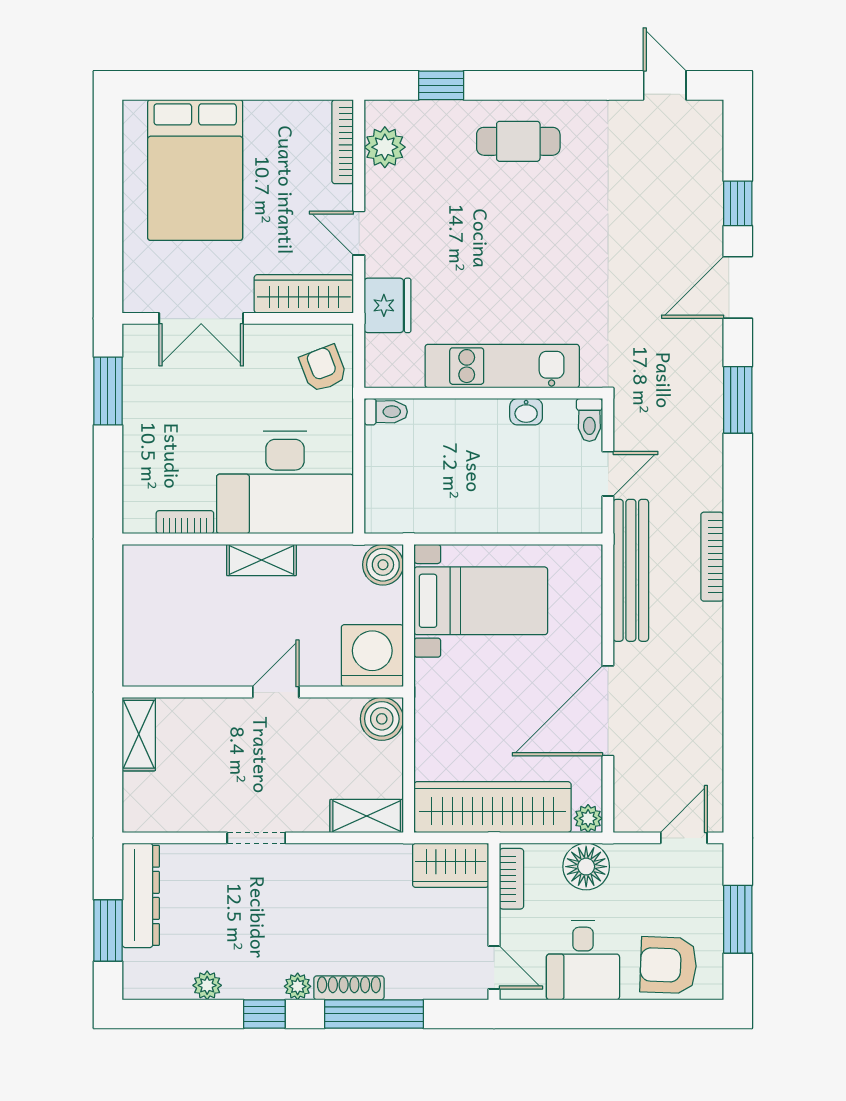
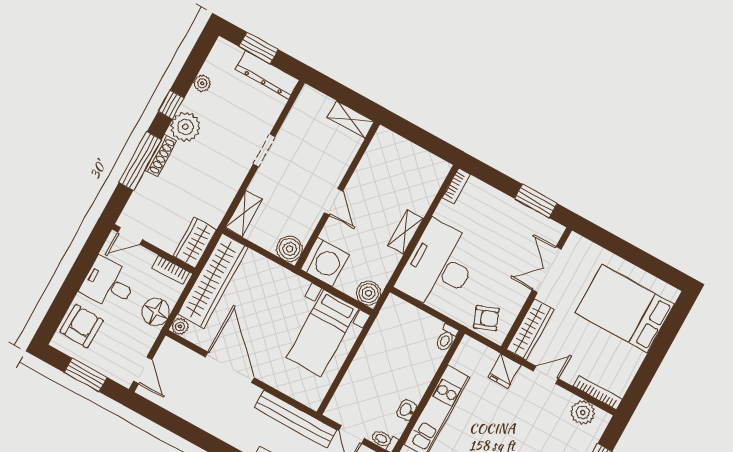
fridge: (388, 305) -> (504, 371), width x0.72
bookcase: (185, 522) -> (456, 186), moved
plant: (298, 986) -> (185, 127), width x1.87, depth x1.87

